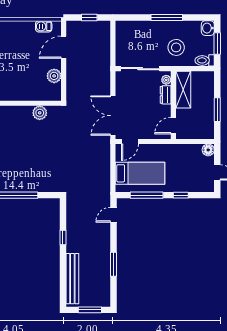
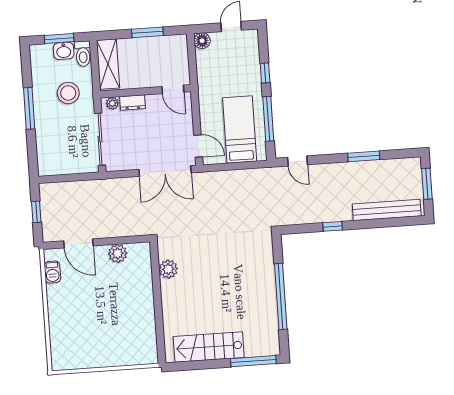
washbasin: (208, 28) -> (64, 51), moved
shelving: (183, 90) -> (108, 64), moved, turned 90

